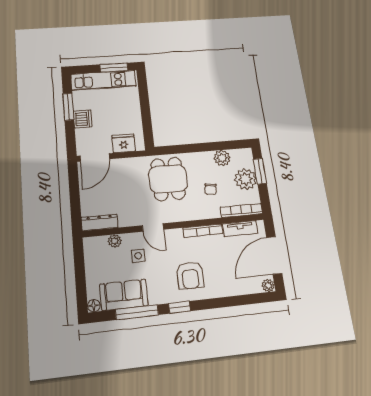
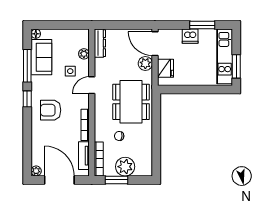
plant: (222, 158) -> (145, 63), moved
window: (260, 171) -> (116, 180), moved
dining table: (168, 179) -> (131, 102), width x1.37

